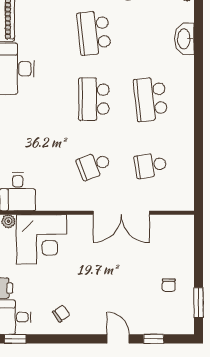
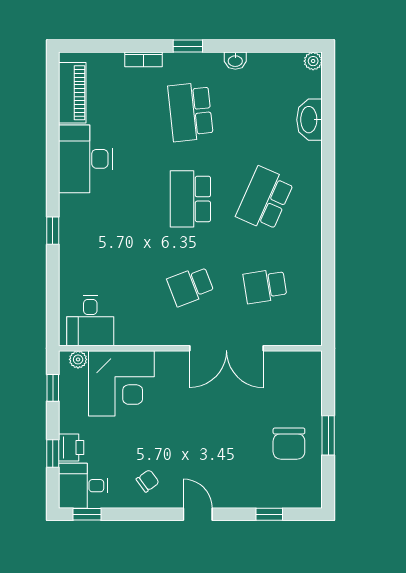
school desk: (150, 99) -> (265, 199), turned 30
chair: (169, 285) -> (289, 444), width x1.87, depth x1.87
window: (199, 303) -> (328, 435), moved
door: (118, 339) -> (198, 514), moved

